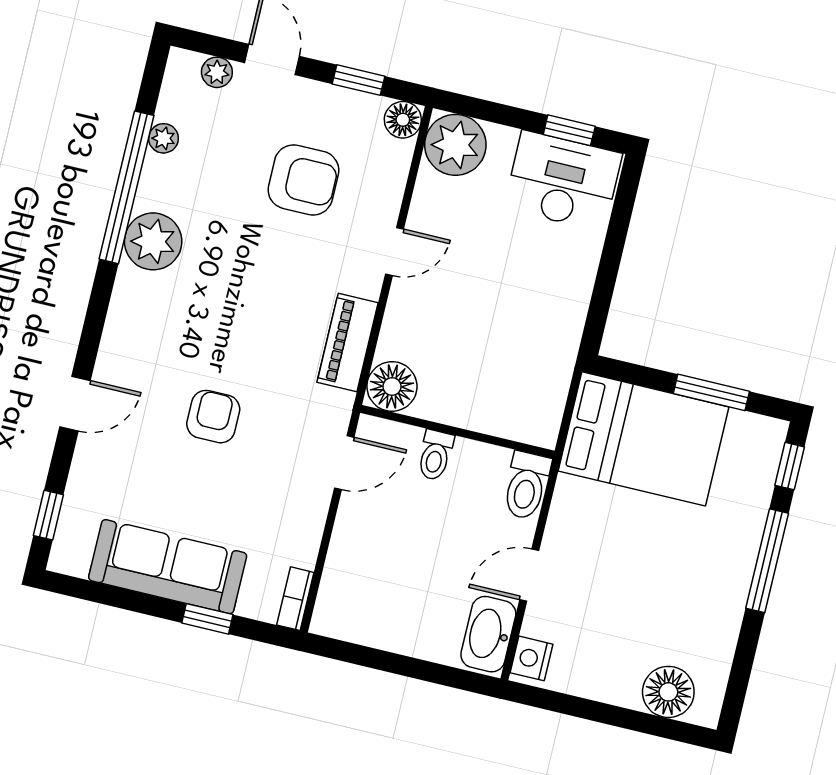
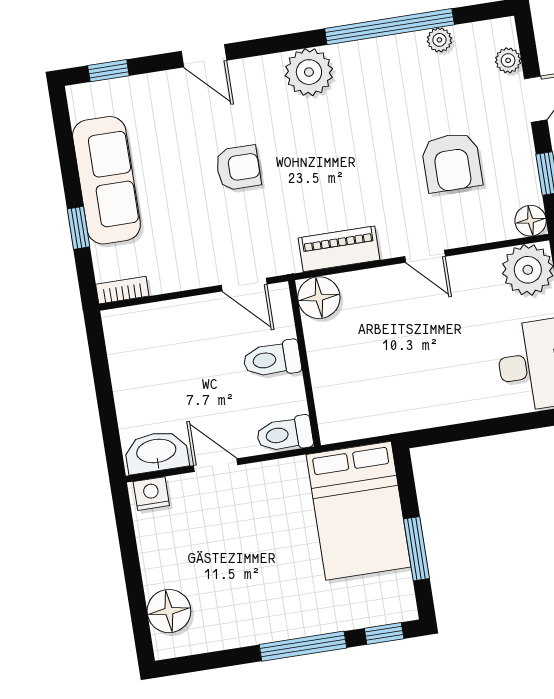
plant: (153, 241) -> (309, 72), moved
toilet: (435, 455) -> (272, 359), width x1.37, depth x1.39

